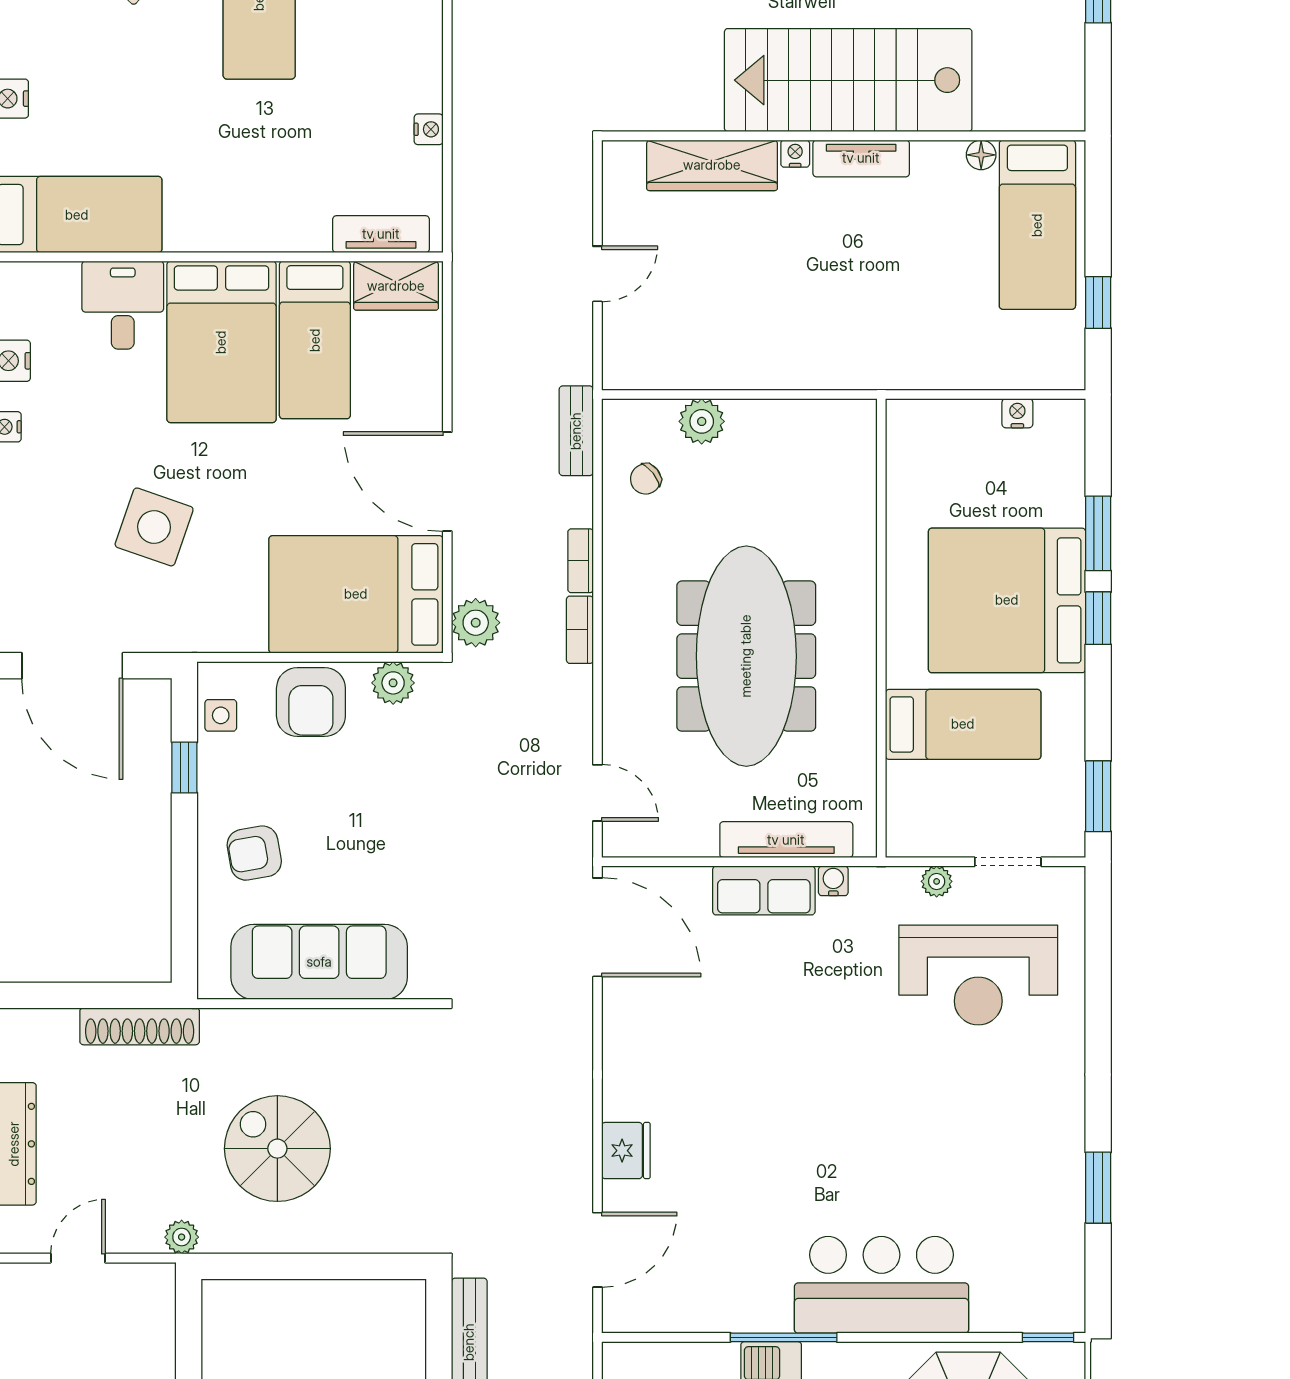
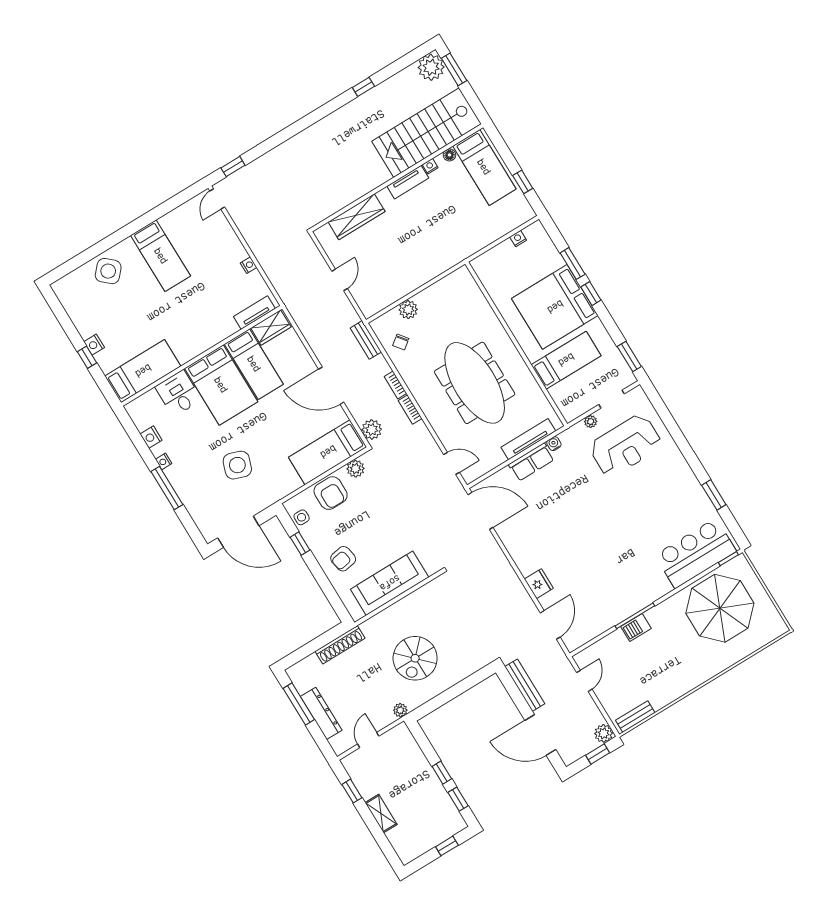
stairs: (848, 80) -> (426, 133), moved
nightstand: (795, 154) -> (430, 166), moved
bed: (356, 594) -> (328, 452), width x0.67
spiral stairs: (277, 1149) -> (415, 658), turned -90
bar counter: (881, 1285) -> (696, 553), moved

